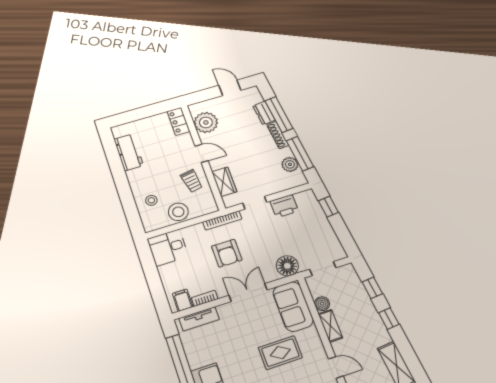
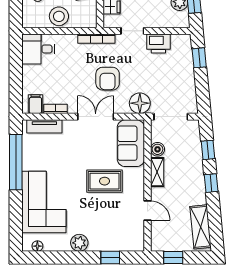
armchair: (227, 253) -> (108, 79), moved
doorway: (323, 268) -> (171, 117), width x1.38

